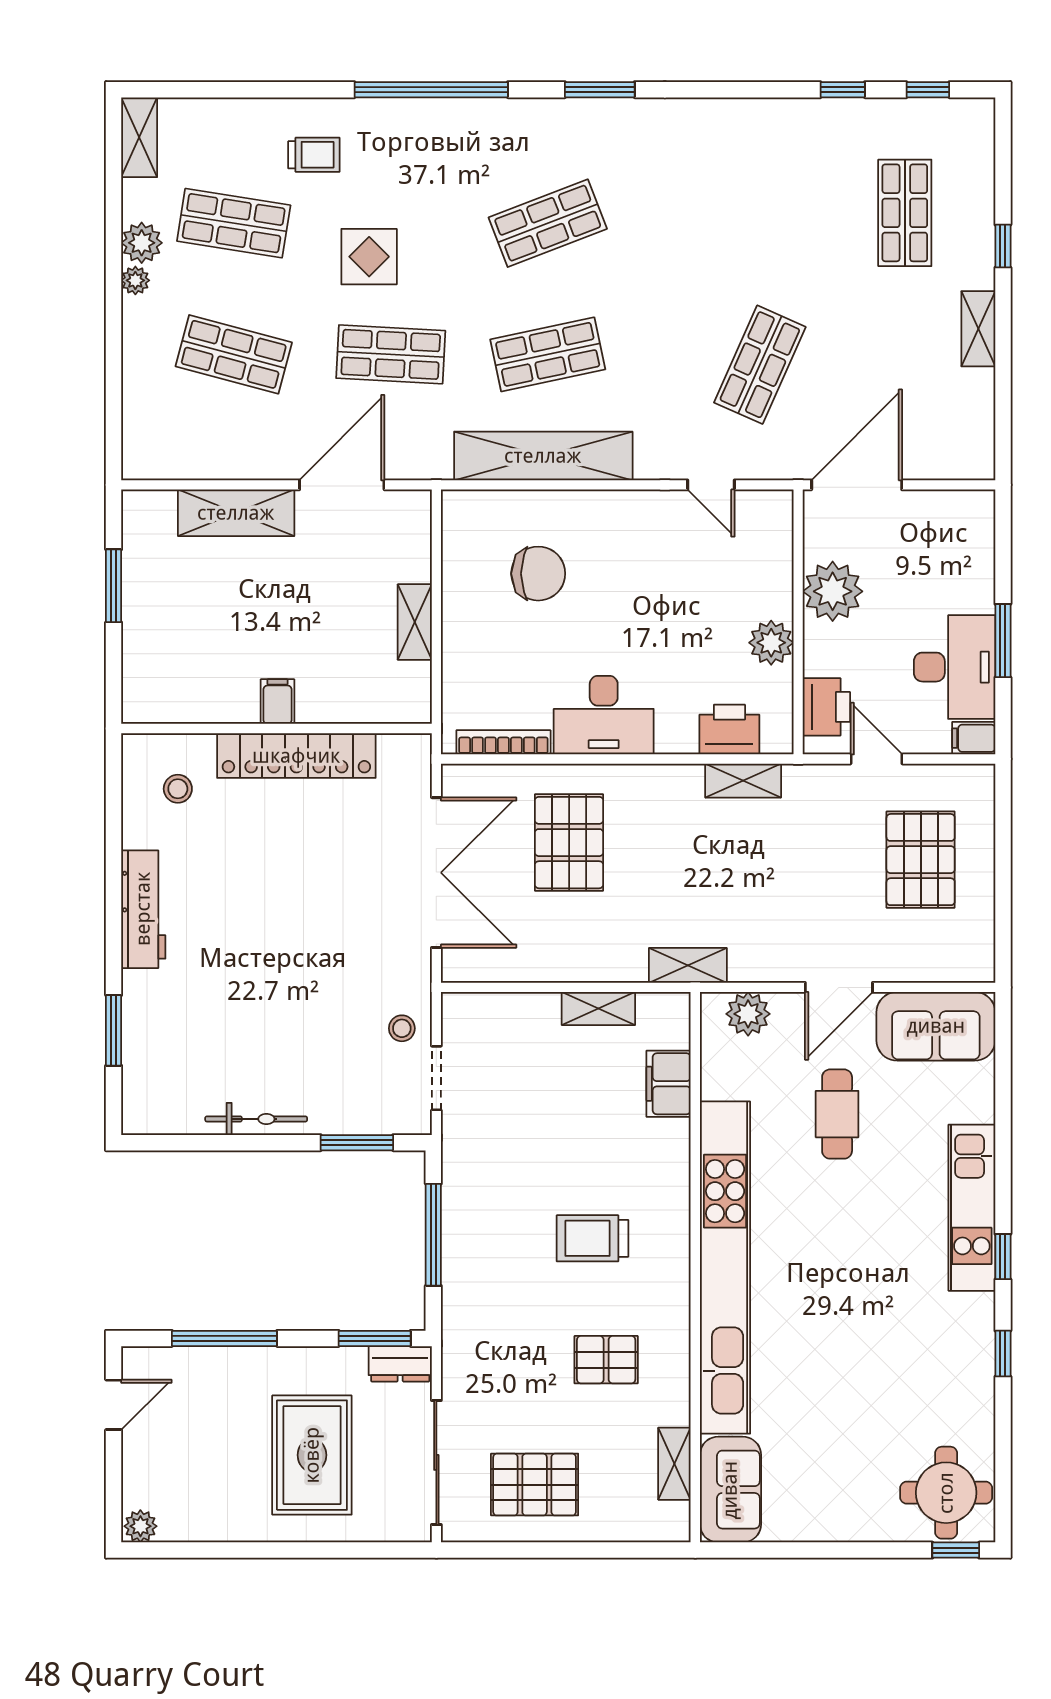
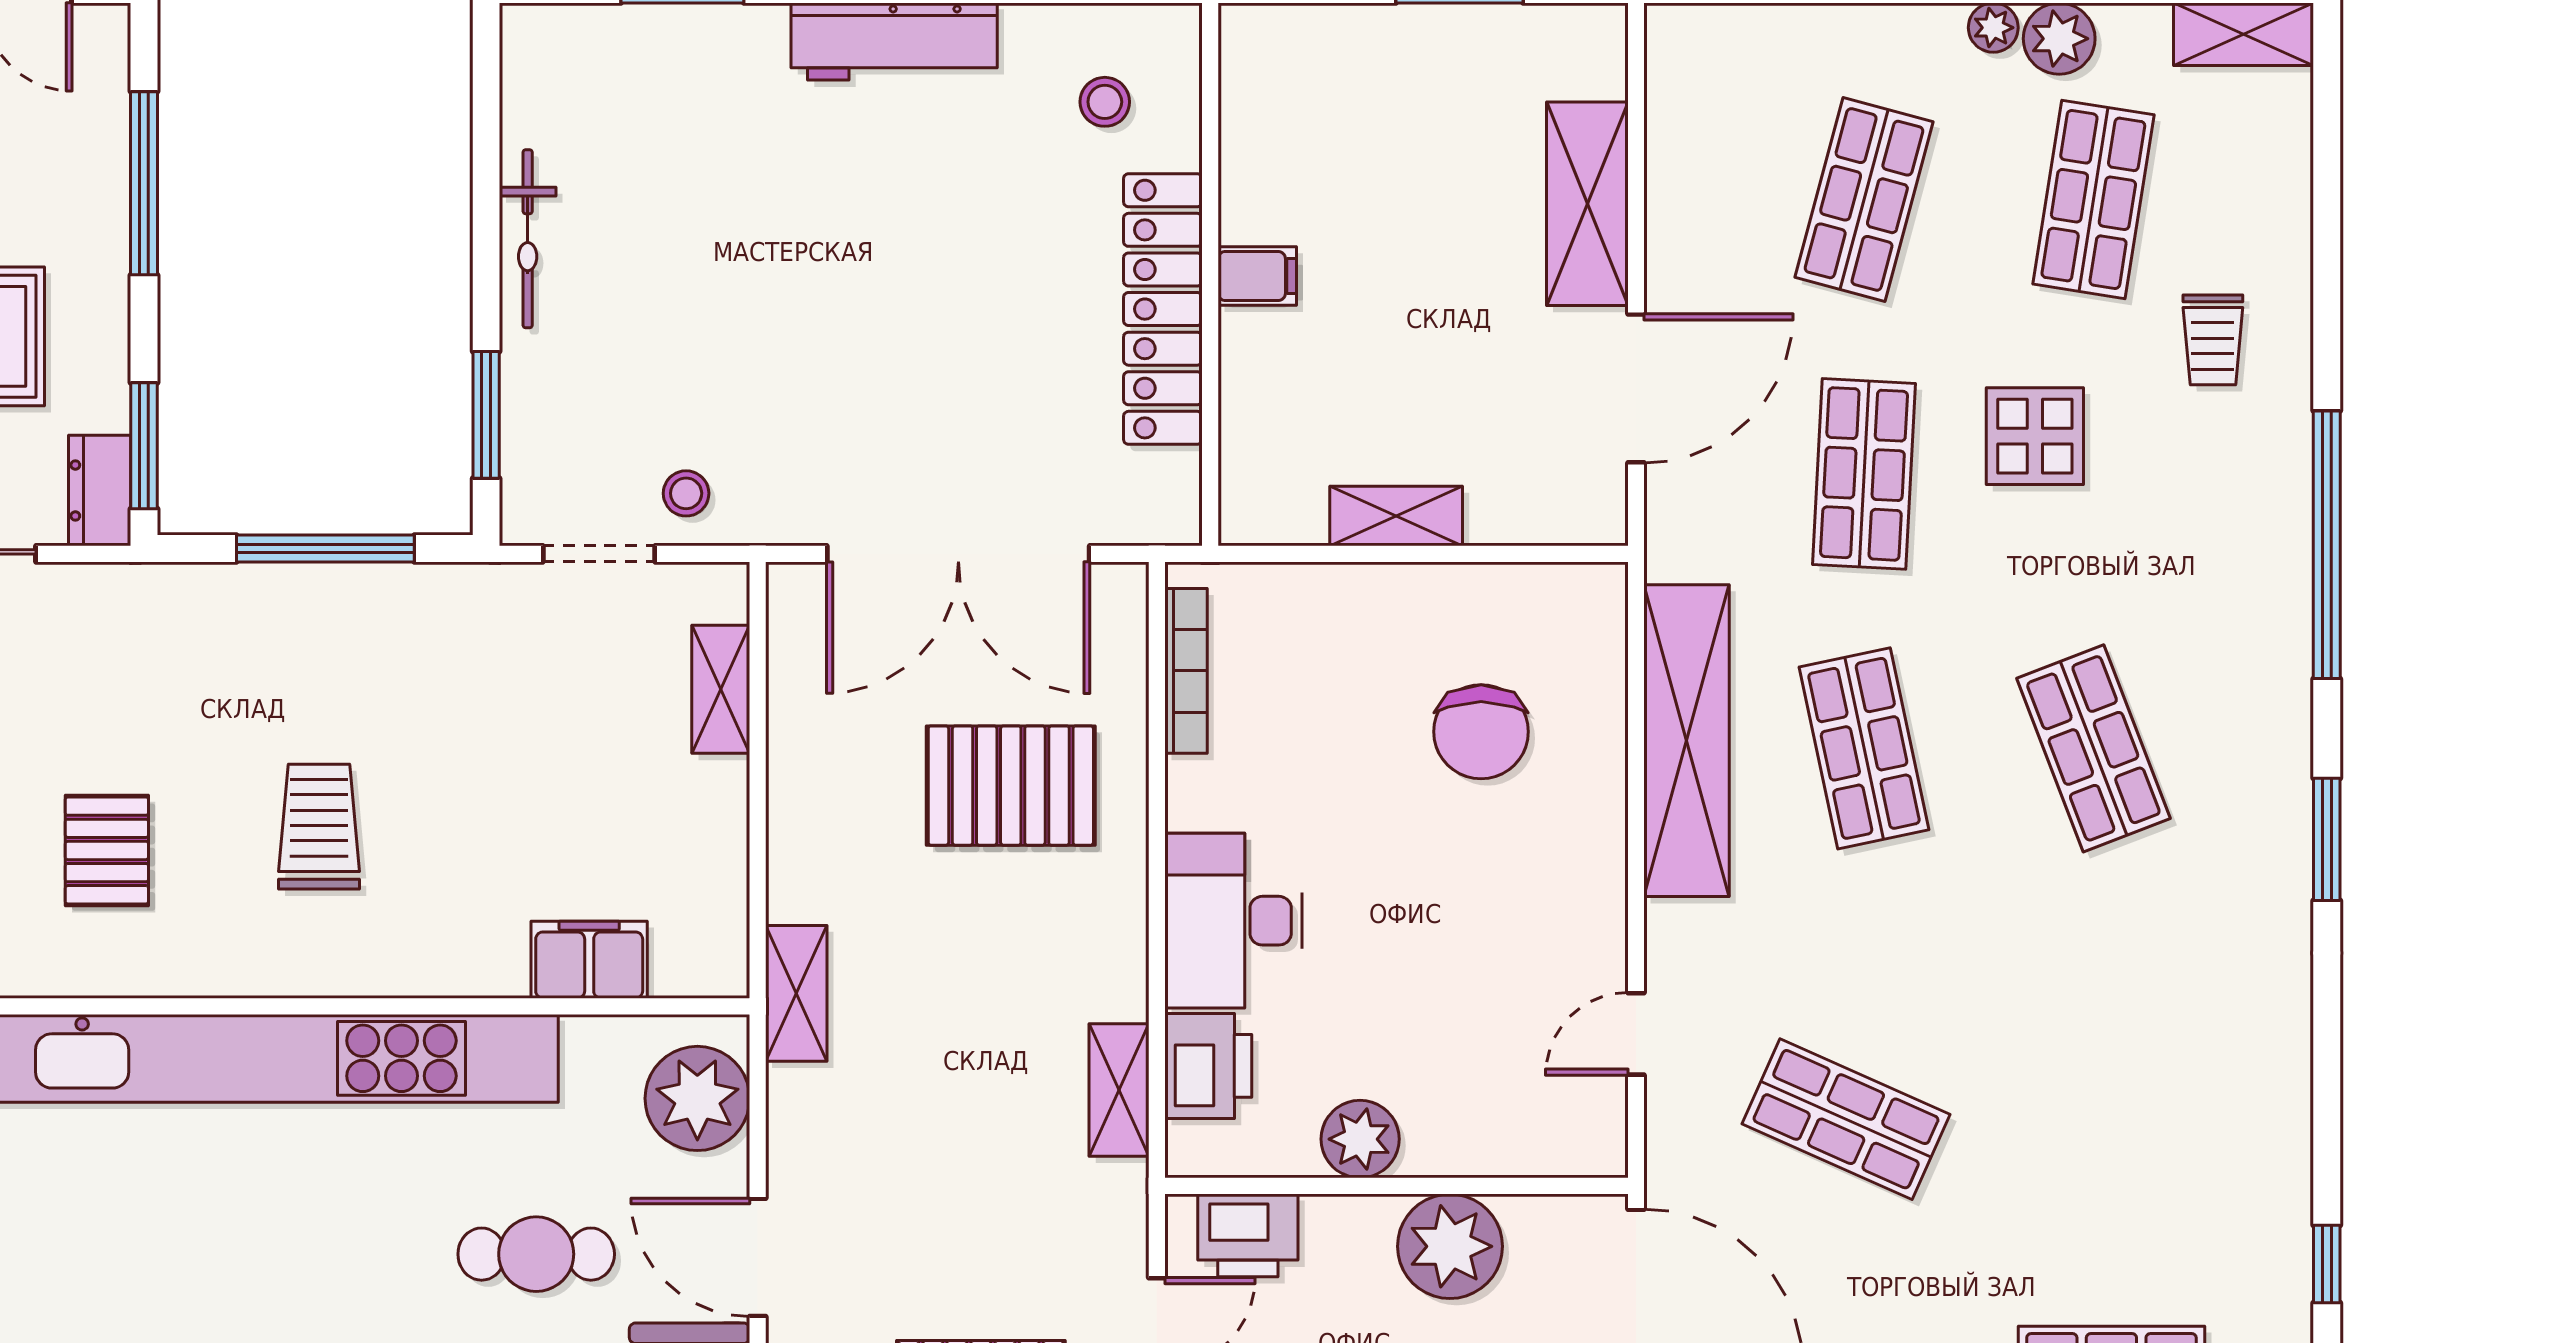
door: (342, 485) -> (1636, 388), hinge flipped
desk: (604, 715) -> (1234, 921), moved
shelving: (598, 1008) -> (721, 689), moved
plant: (748, 1014) -> (697, 1098), width x1.36, depth x1.36

